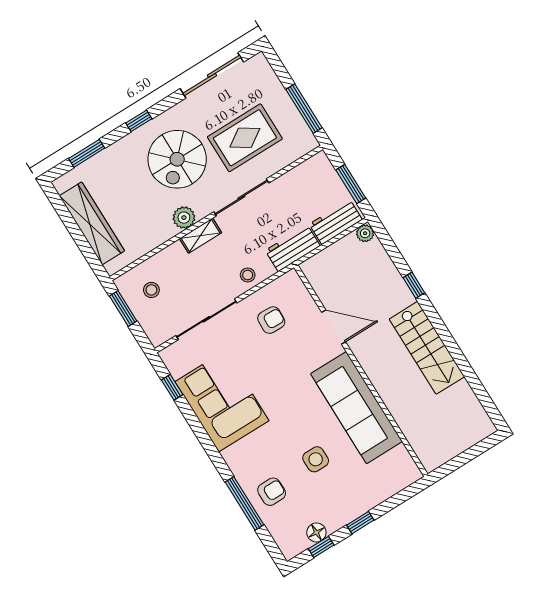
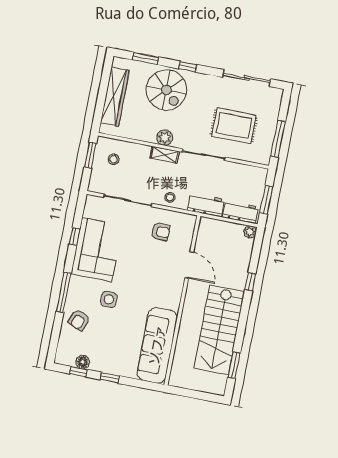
spiral stairs: (177, 159) -> (166, 90), moved, turned -90
stairs: (427, 348) -> (219, 330), width x1.36, depth x1.51
window: (172, 387) -> (74, 236), moved
window: (478, 389) -> (234, 365), added
sofa: (356, 408) -> (157, 345), moved
side table: (316, 459) -> (109, 299), moved
armchair: (272, 492) -> (79, 320), turned 112
window: (244, 503) -> (64, 292), moved

